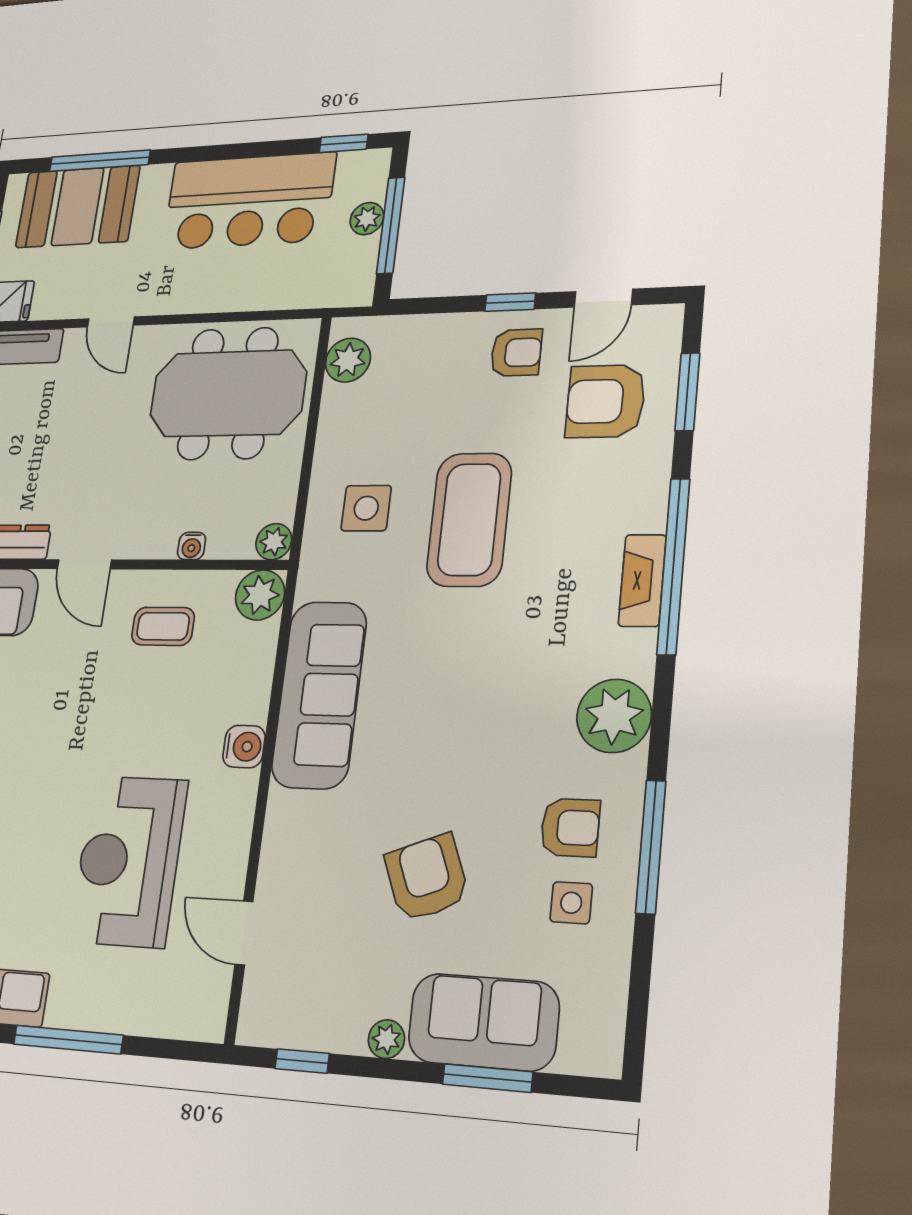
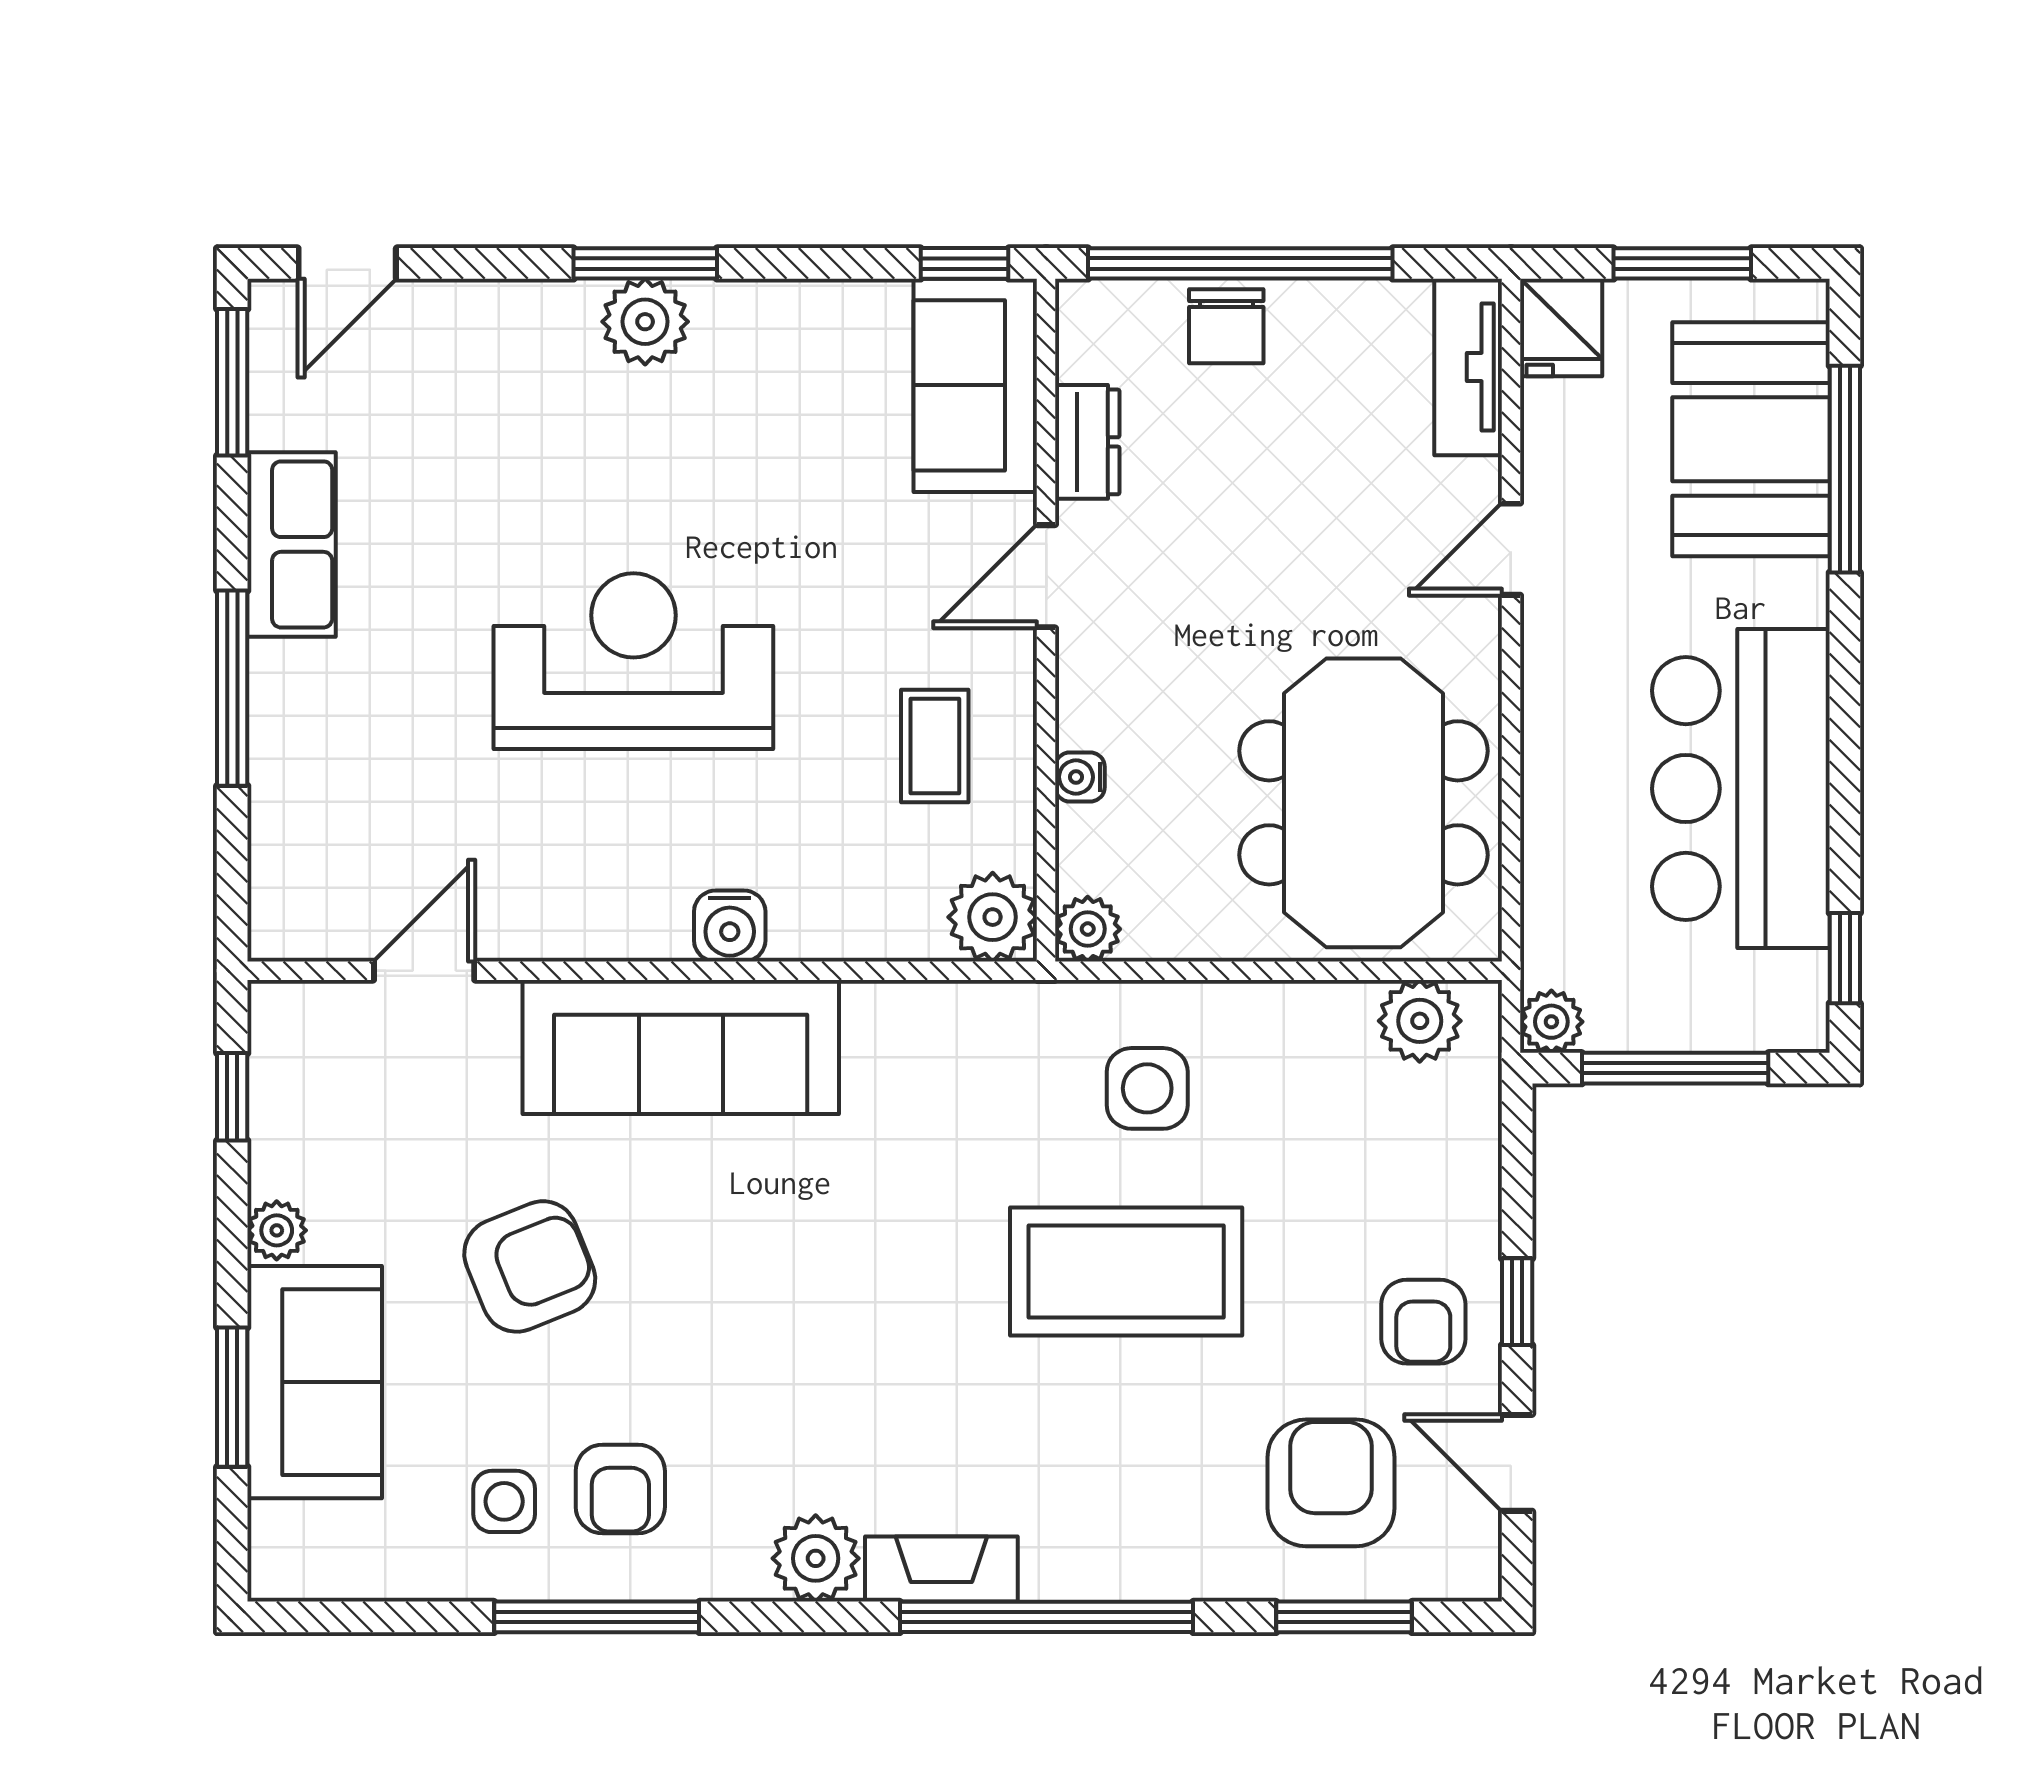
plant: (367, 219) -> (1551, 1022), moved
fireplace: (642, 580) -> (941, 1569), moved
sofa: (319, 694) -> (681, 1047), moved
plant: (614, 716) -> (816, 1558), width x0.73, depth x0.73
reception desk: (129, 861) -> (633, 661), moved

